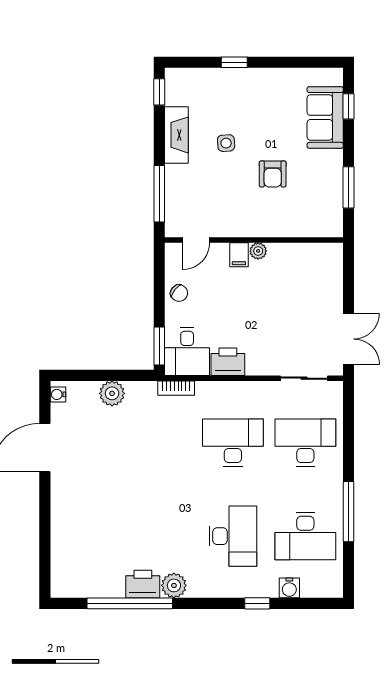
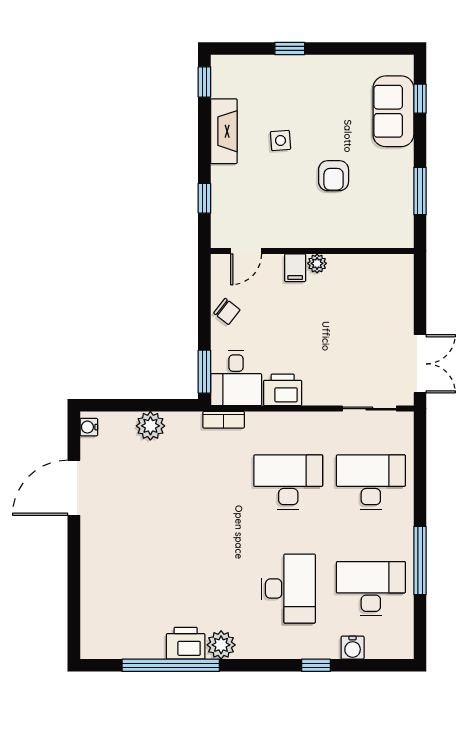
window: (159, 194) -> (204, 198), width x0.46
desk: (305, 536) -> (371, 589), turned 180

